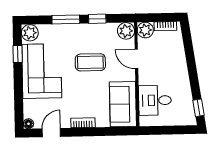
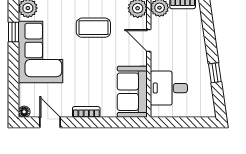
coffee table: (90, 62) -> (93, 28), moved
window: (199, 108) -> (215, 73), moved
door: (51, 133) -> (50, 122), hinge flipped

